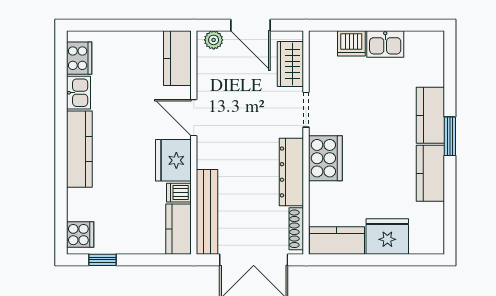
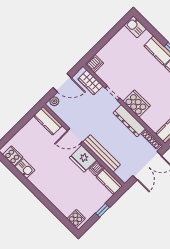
dishwasher: (351, 43) -> (94, 64), moved
kitchen sink: (385, 44) -> (135, 27), moved, turned 90
kitchen counter: (79, 149) -> (45, 188), removed
bench: (207, 212) -> (102, 153), moved
window: (103, 260) -> (103, 210), moved

